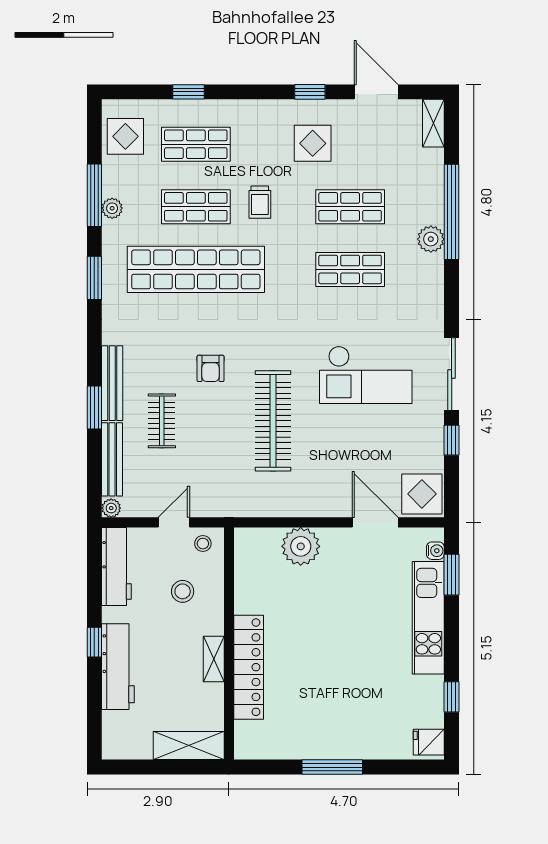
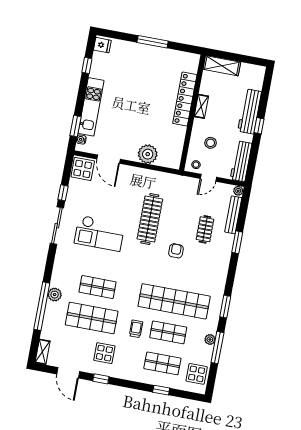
shop shelf: (350, 207) -> (92, 318), width x1.43, depth x1.36
checkout: (366, 375) -> (100, 233), turned 180
bench: (112, 383) -> (226, 253), removed

